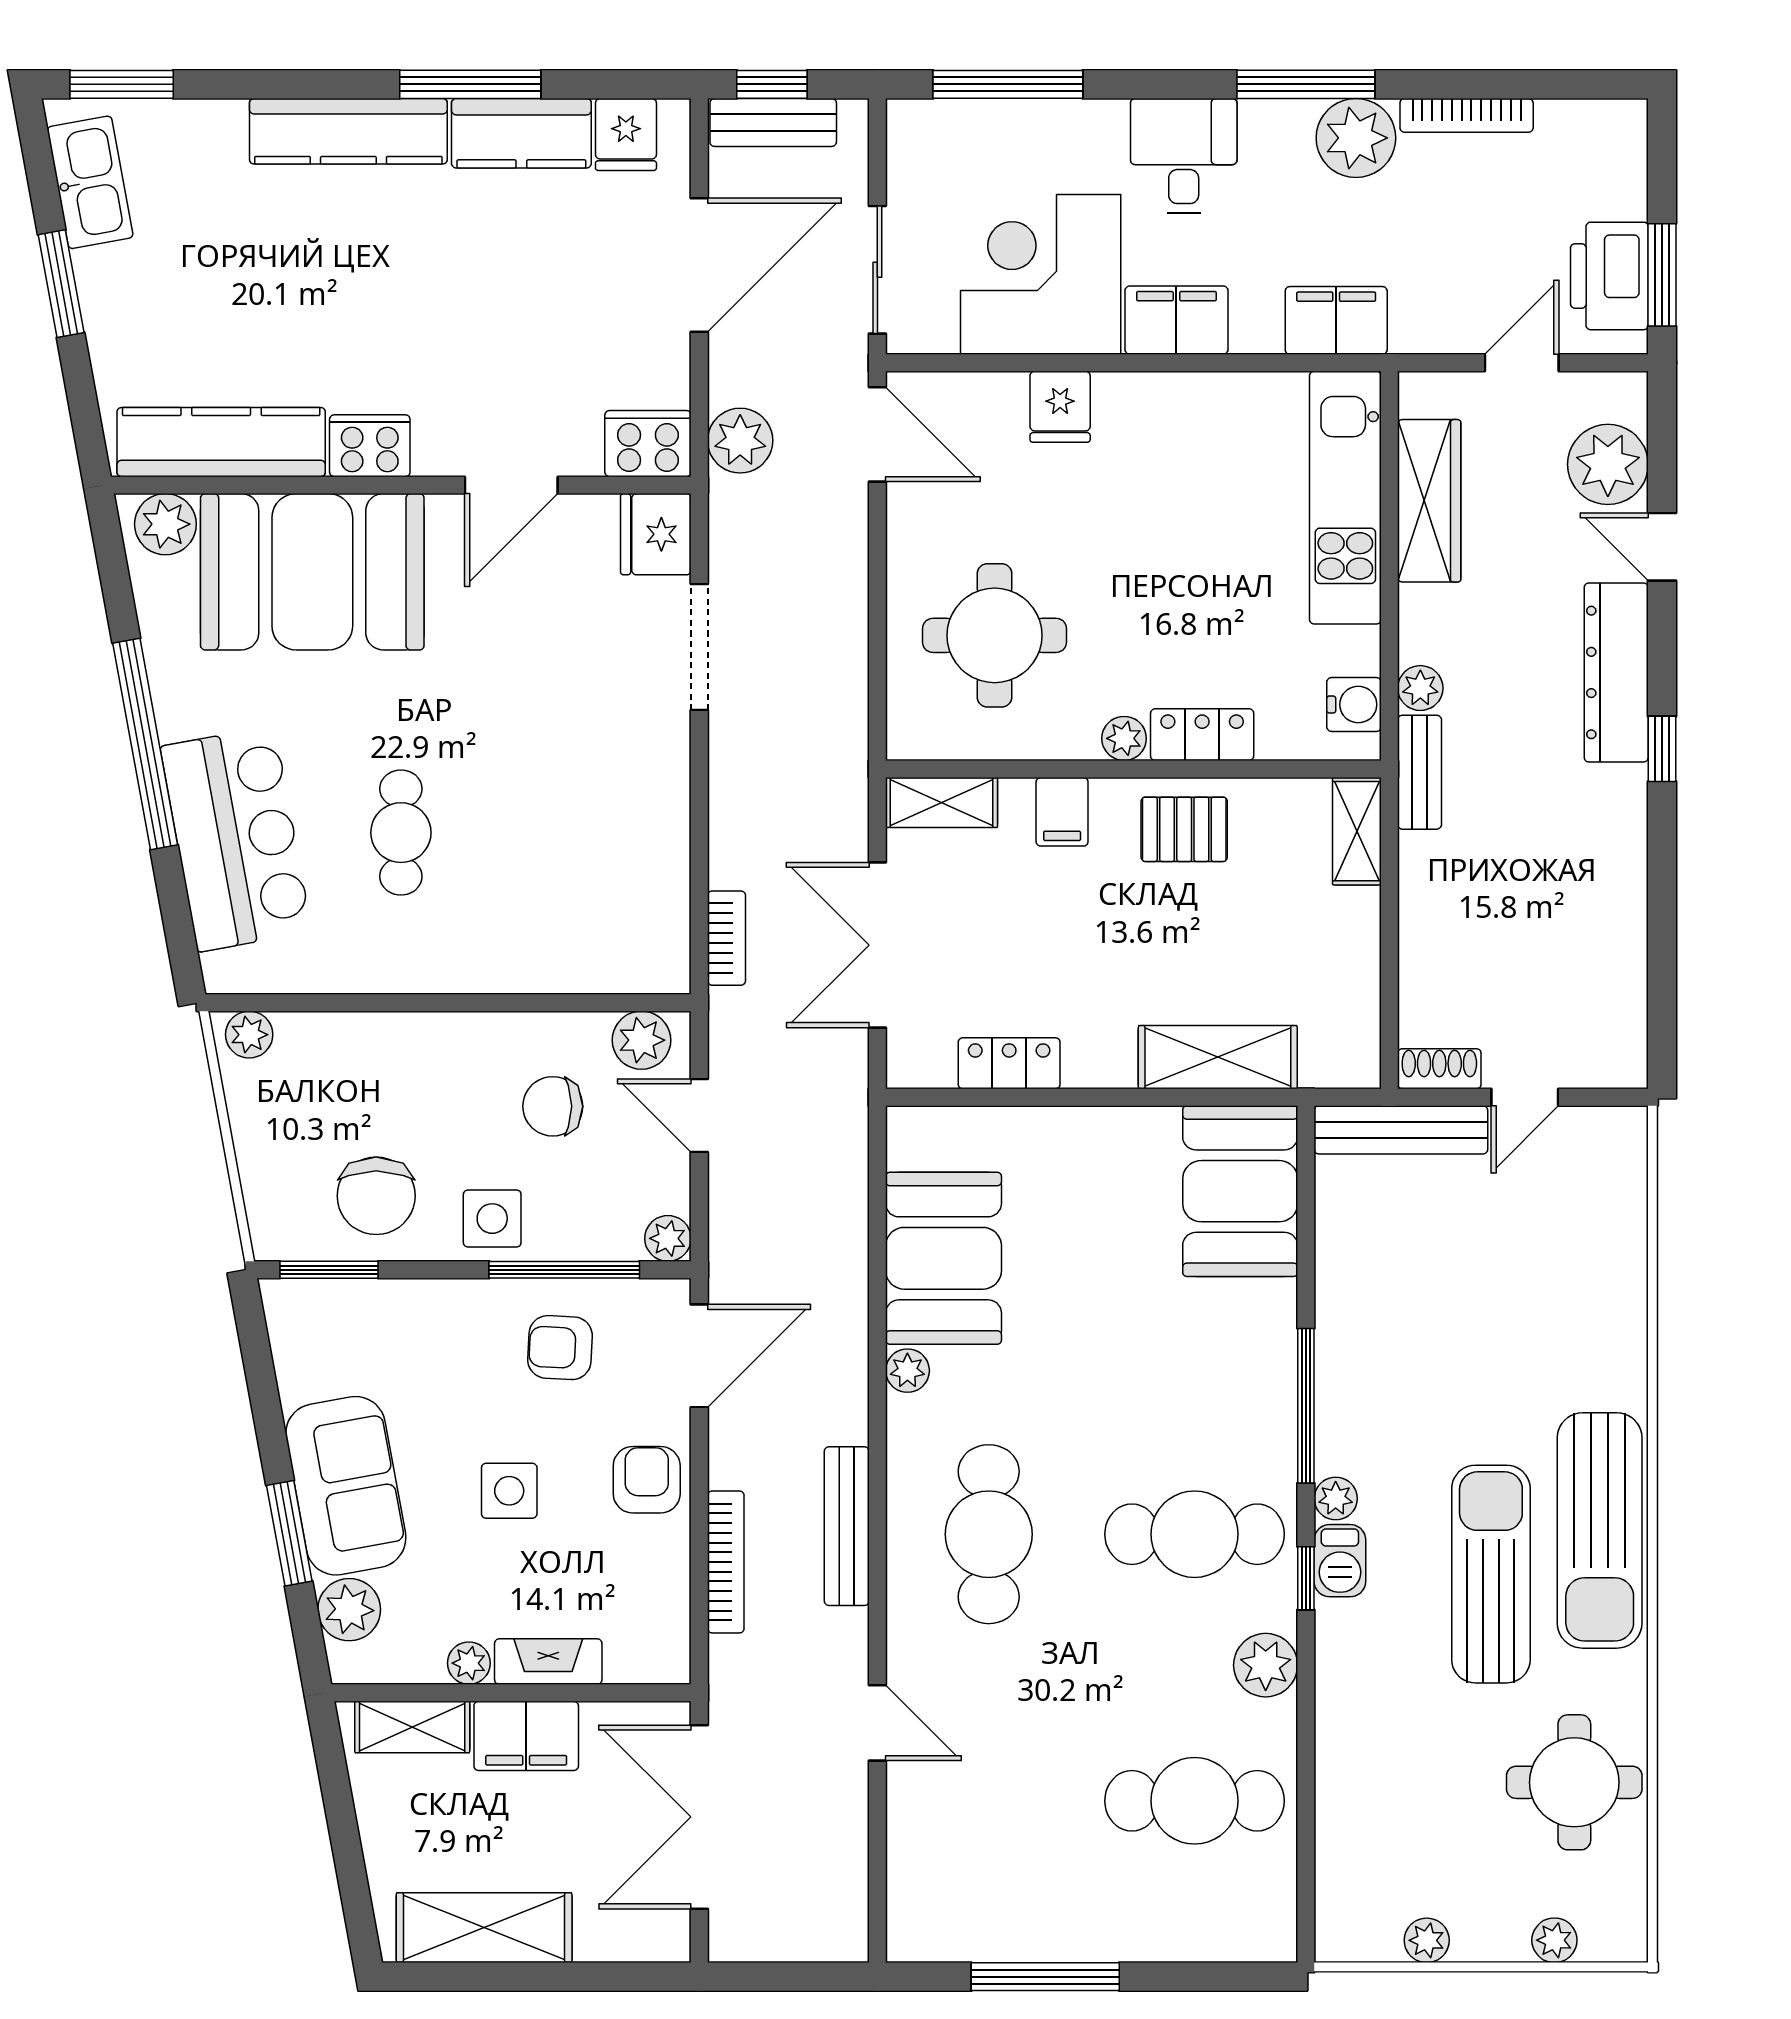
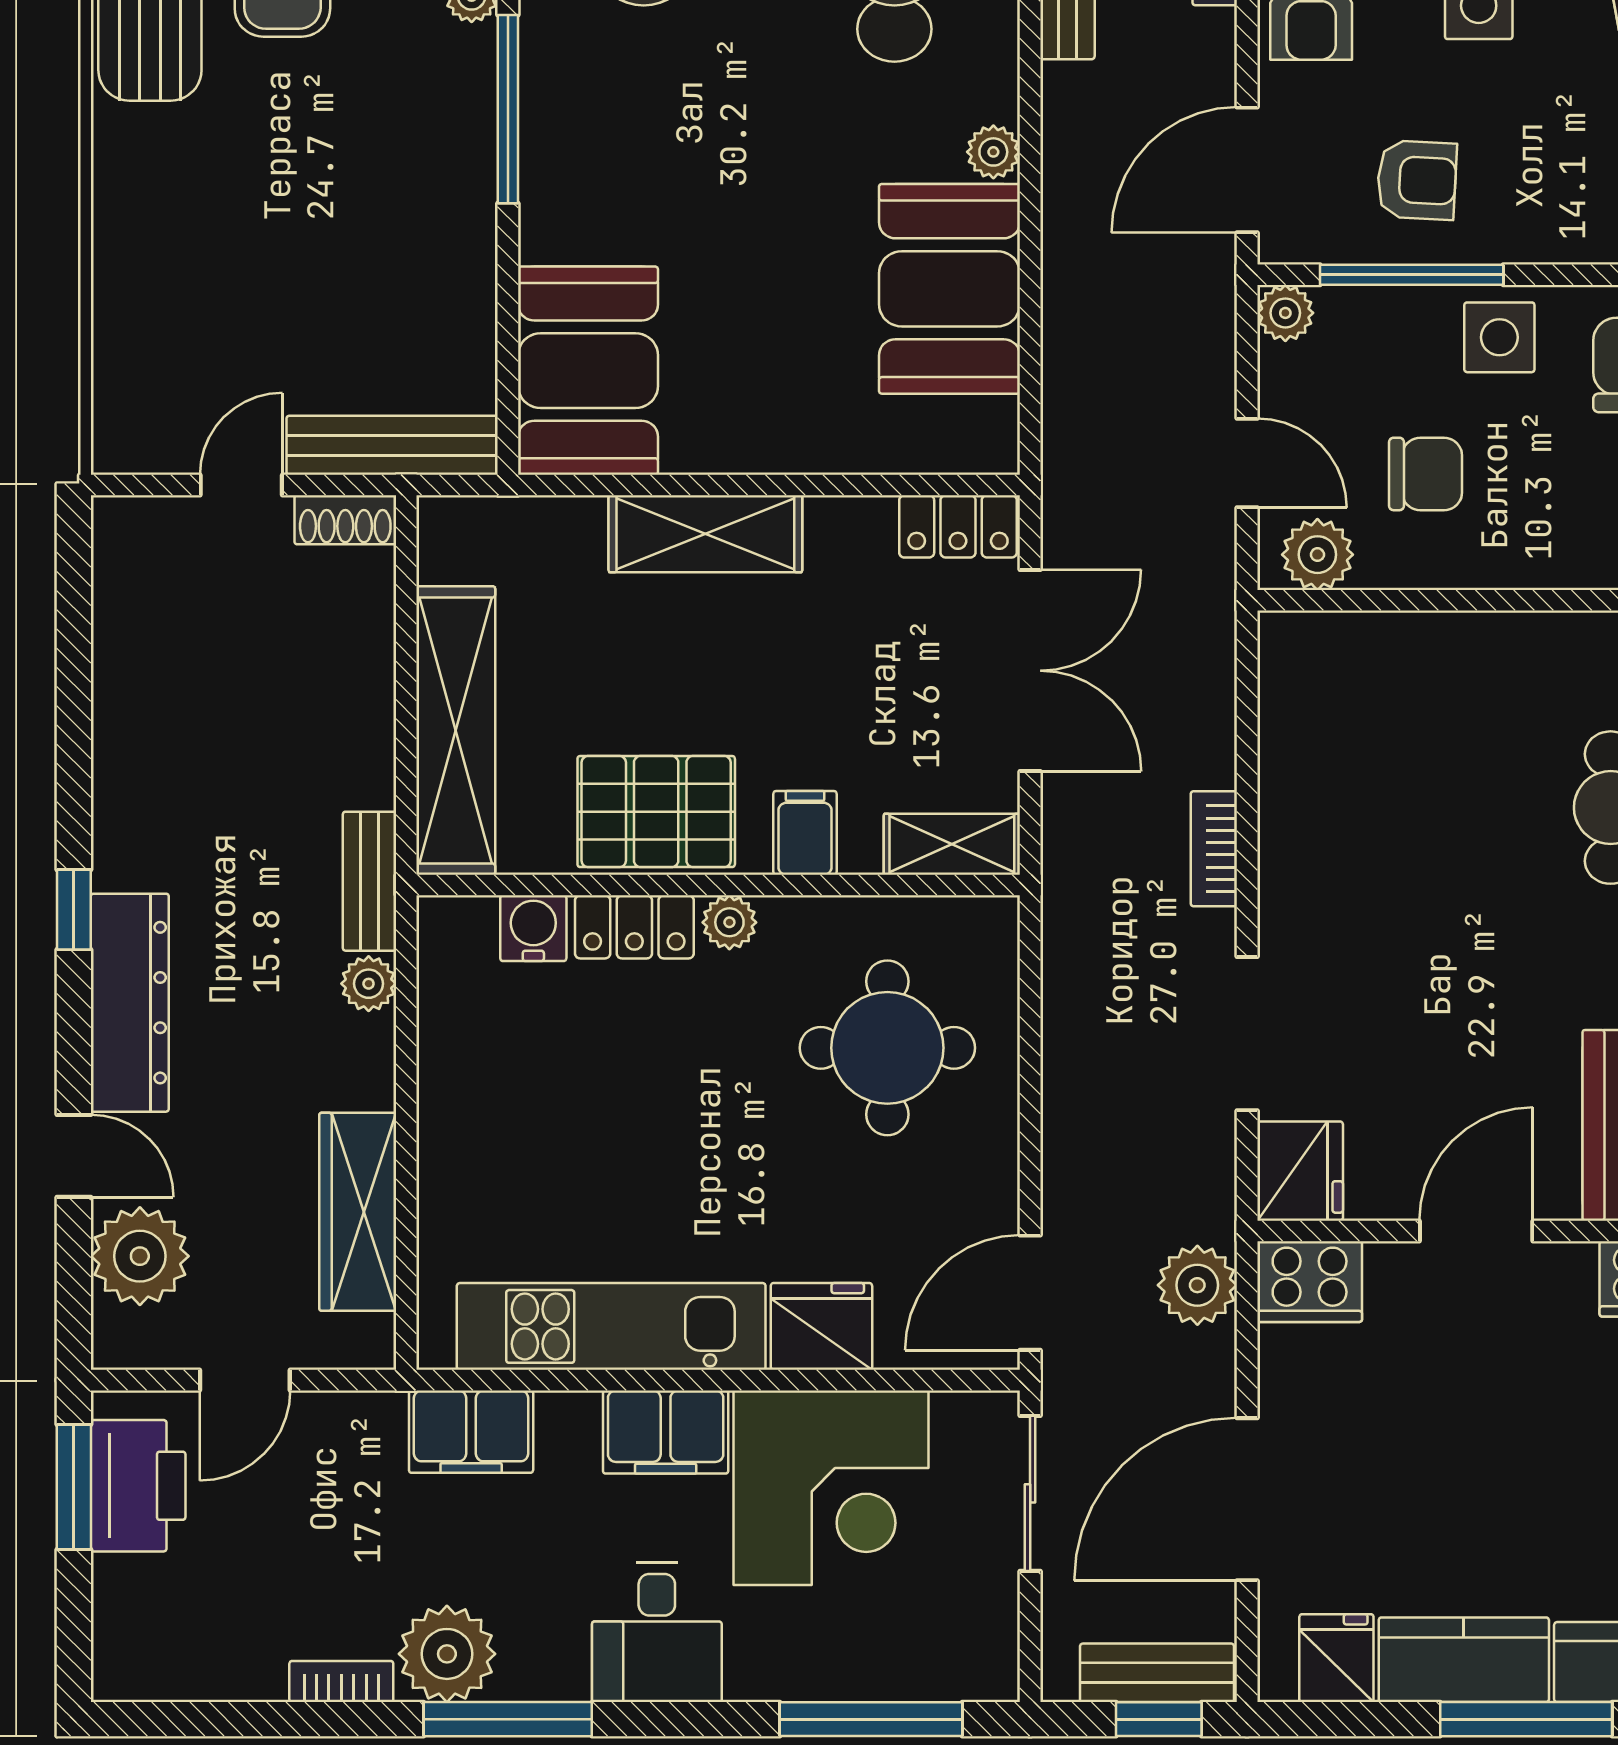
bookcase: (1467, 115) -> (341, 1682), width x0.64
fridge: (1060, 407) -> (821, 1326), width x1.38
door: (877, 434) -> (1030, 1293), hinge flipped
kitchen unit: (1345, 498) -> (611, 1326), moved, turned -90
water cooler: (1354, 705) -> (533, 928), moved, turned 90
pallet: (1184, 829) -> (656, 812), width x1.50, depth x1.42
shelving: (1357, 831) -> (456, 731), width x2.20, depth x1.33
bookcase: (727, 938) -> (1214, 849), moved
shelving: (1218, 1057) -> (705, 534), moved
locker: (1009, 1063) -> (958, 526), moved

